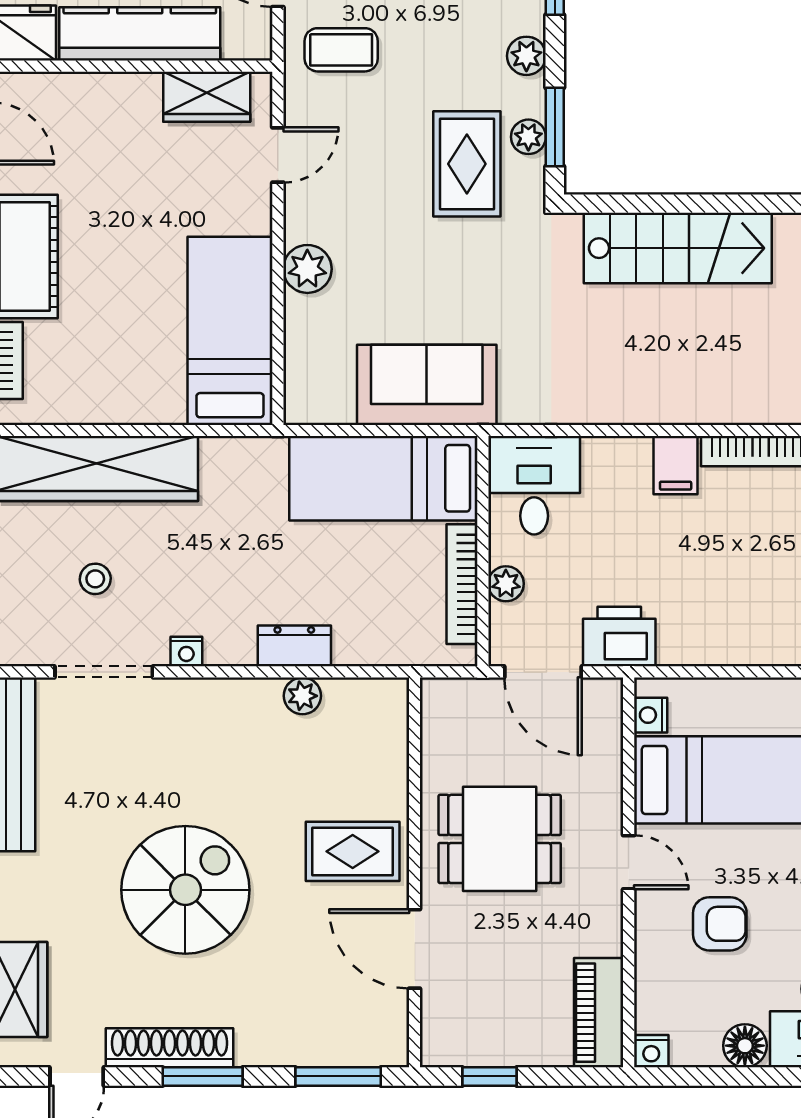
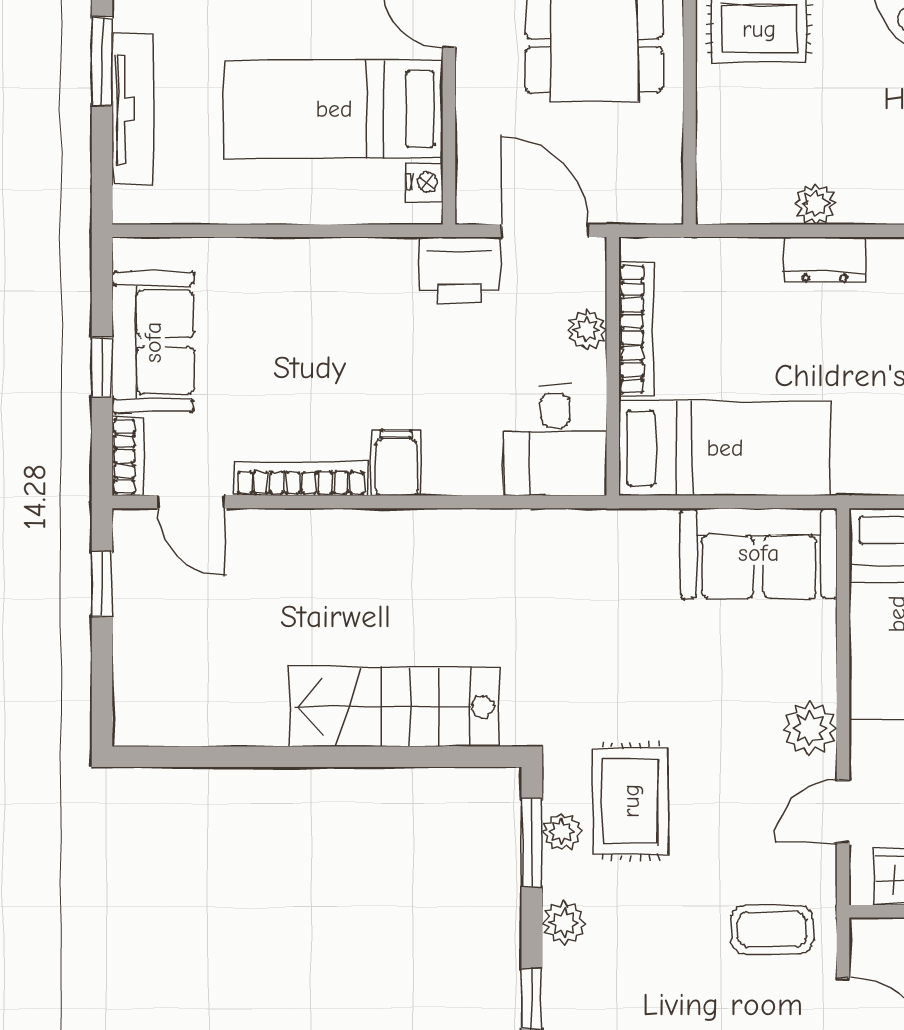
plant: (307, 269) -> (810, 728), moved
sofa: (427, 385) -> (759, 553), moved

